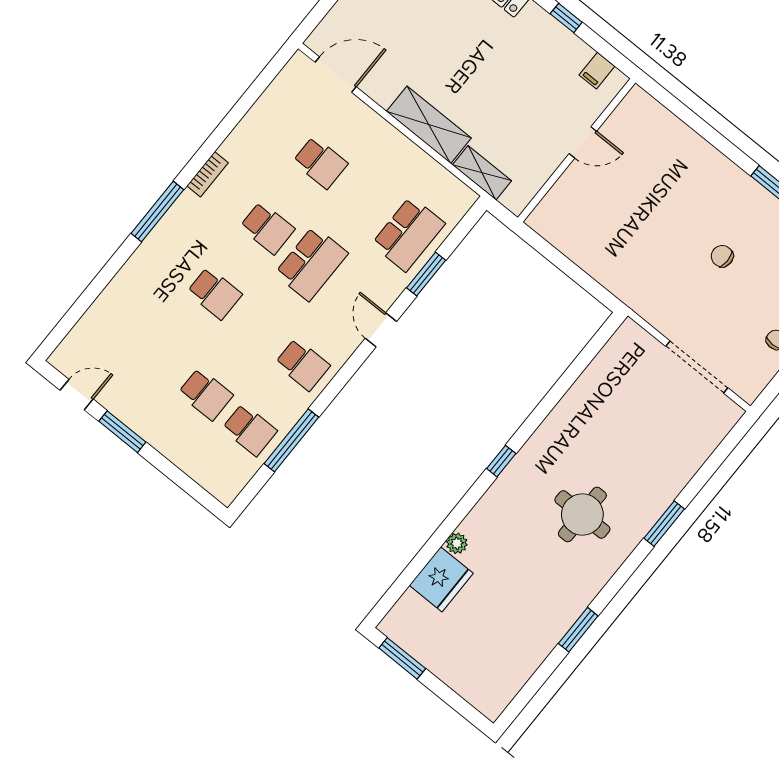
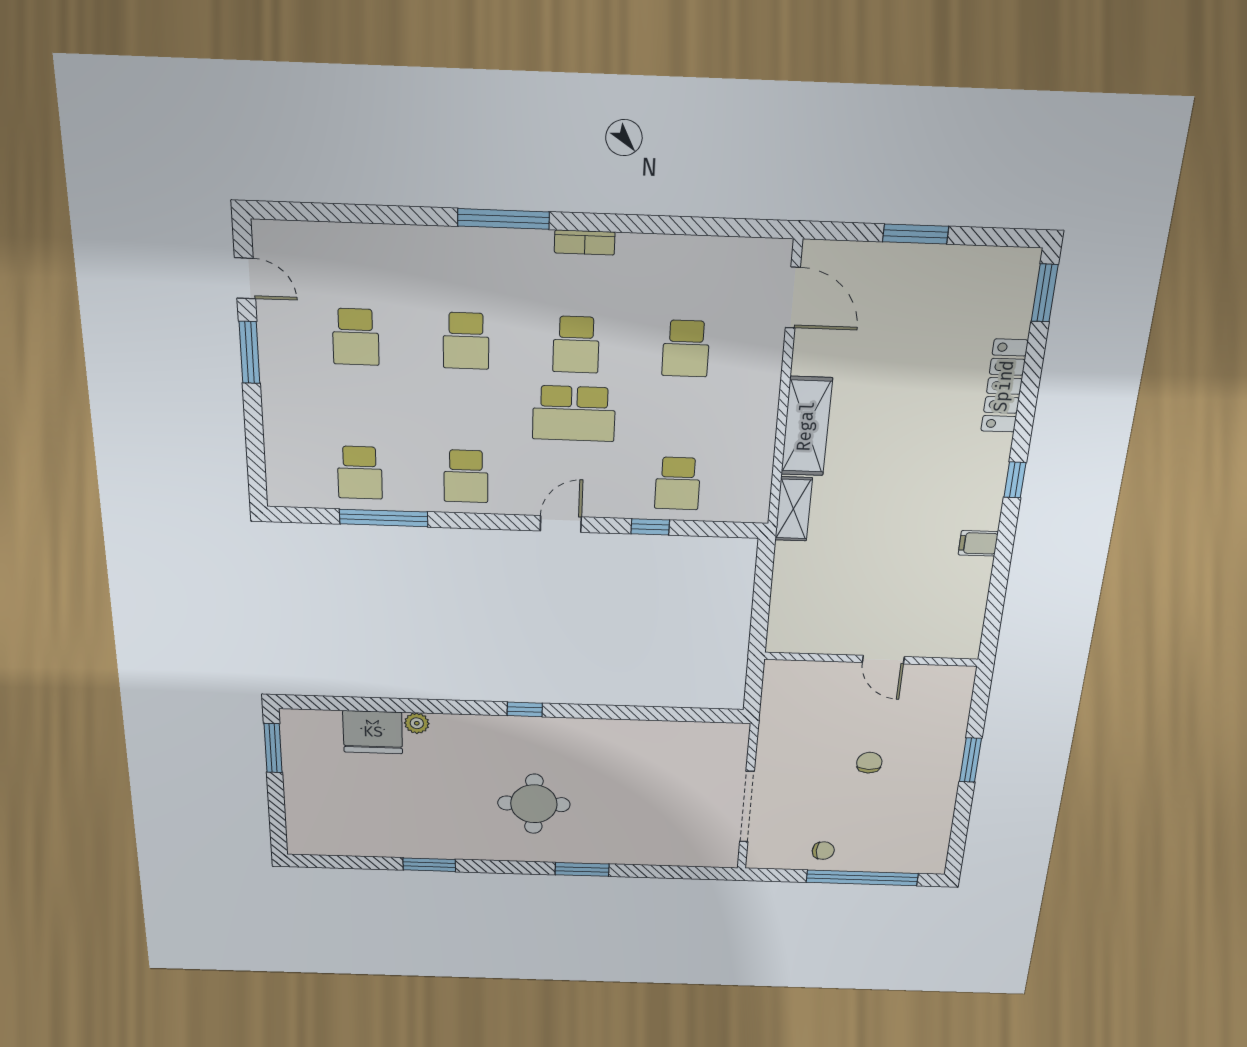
door: (583, 142) -> (883, 660), moved
wall: (577, 150) -> (871, 659), moved
school desk: (408, 234) -> (678, 483), width x0.54
window: (426, 274) -> (650, 527), width x0.67
school desk: (206, 394) -> (356, 337), moved

